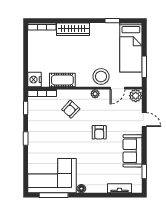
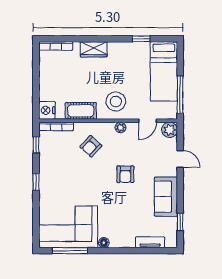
wardrobe: (73, 29) -> (94, 49), width x0.67
window: (144, 67) -> (180, 95), width x1.44
stool: (101, 76) -> (116, 101), moved

